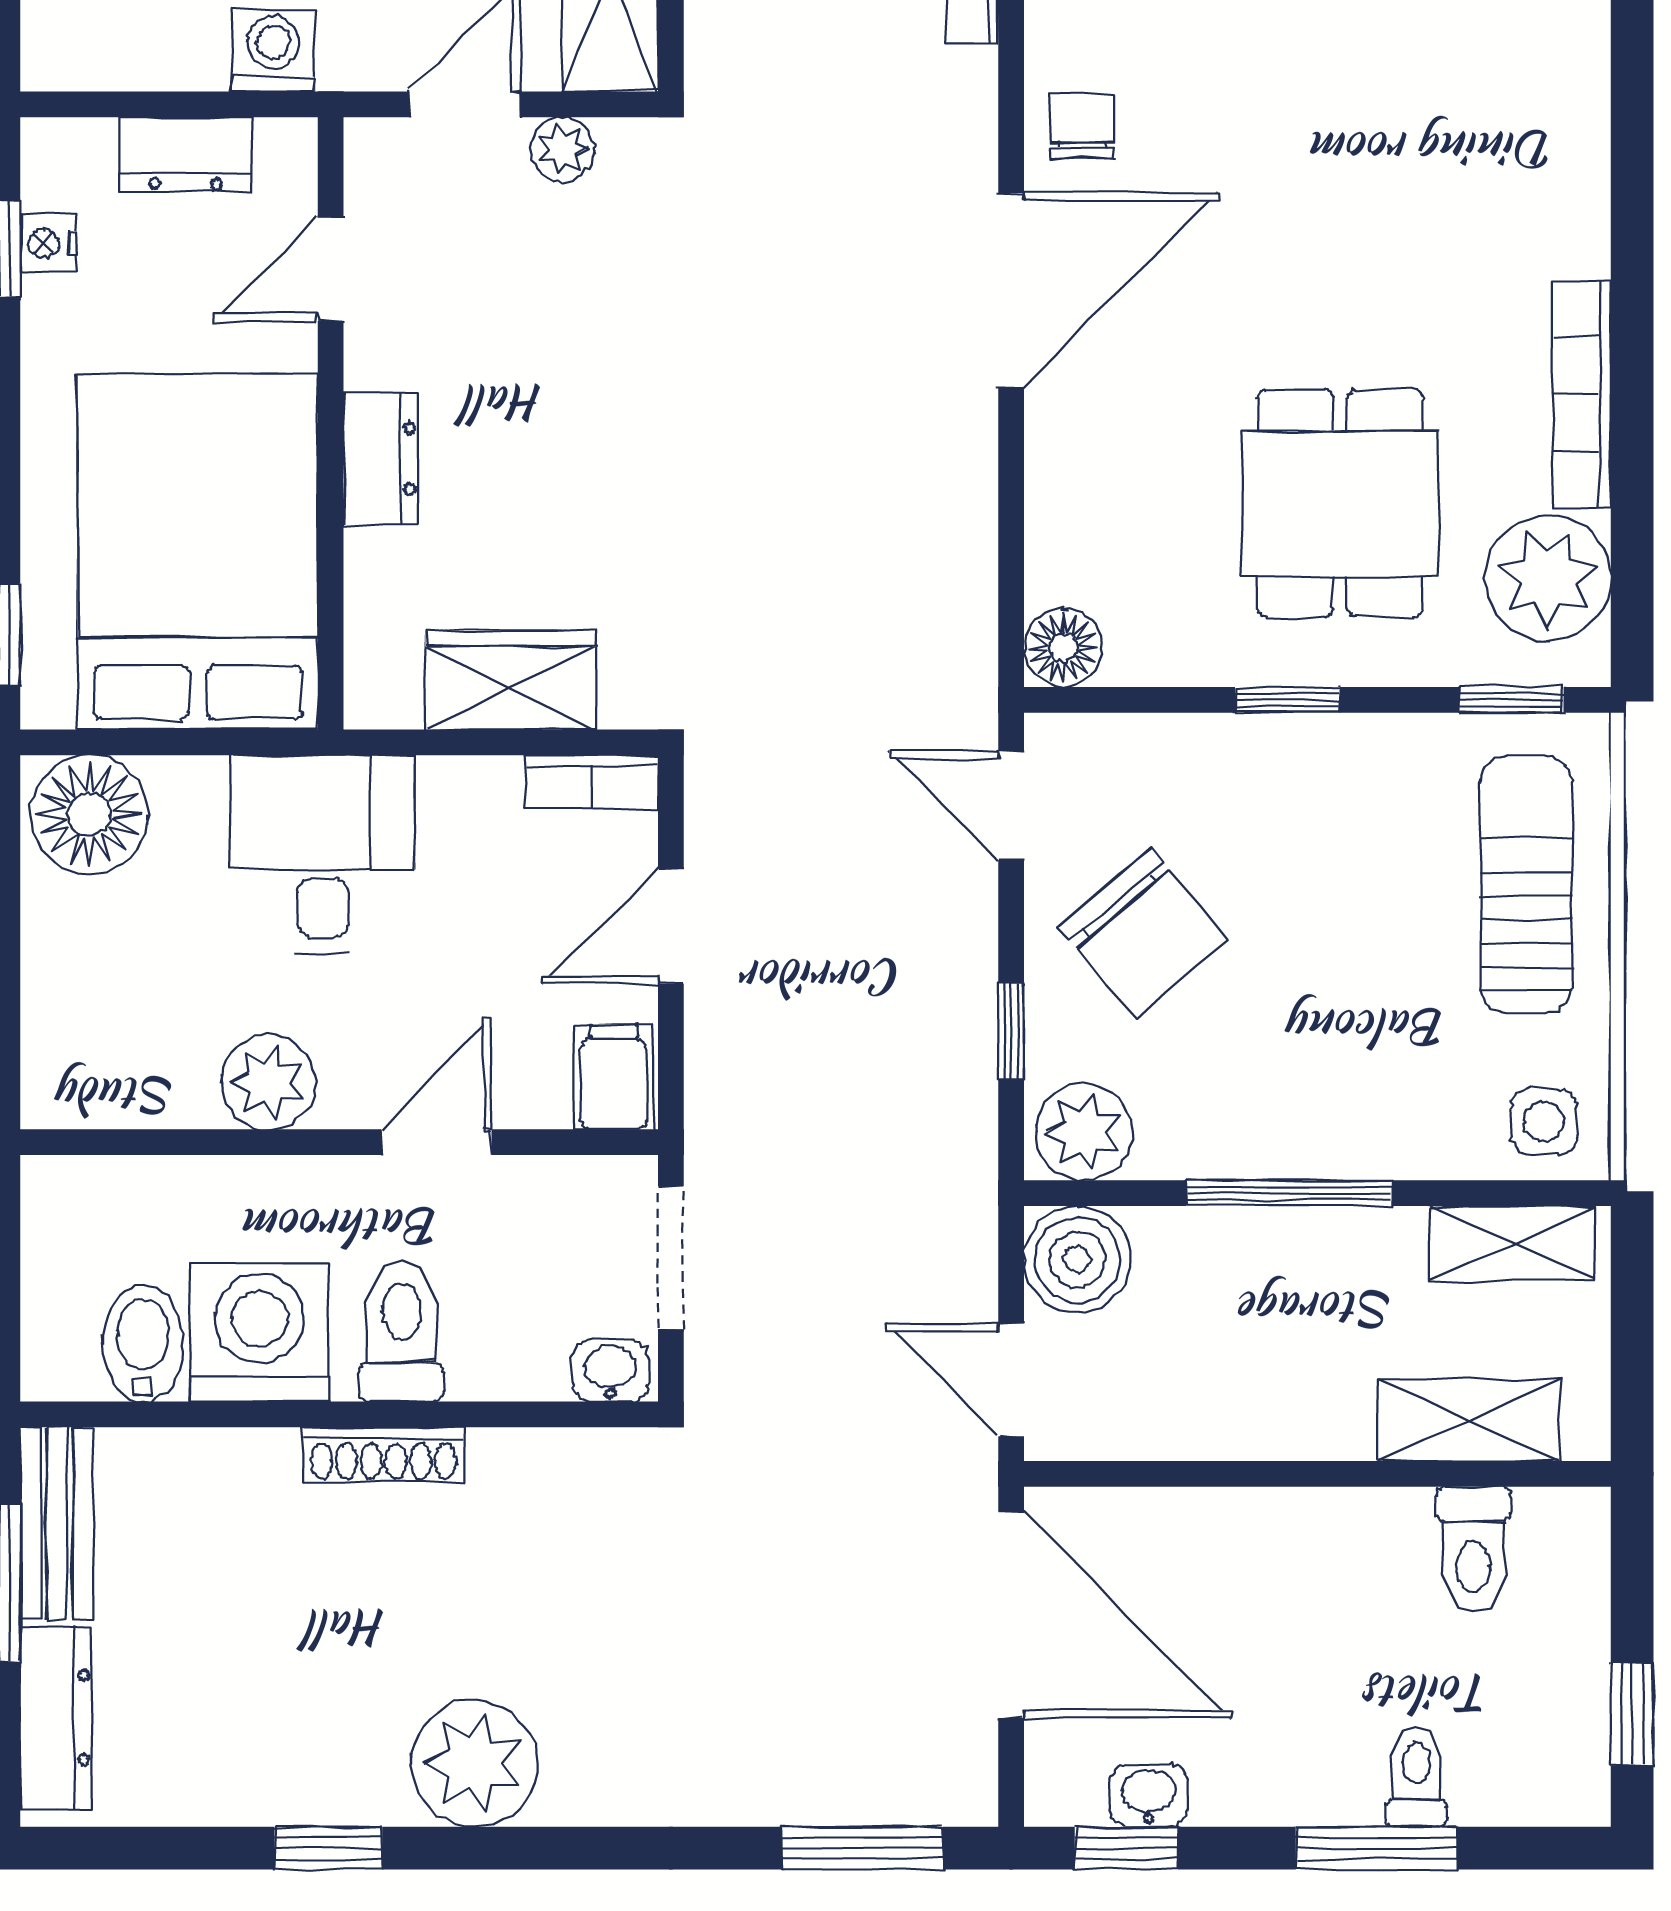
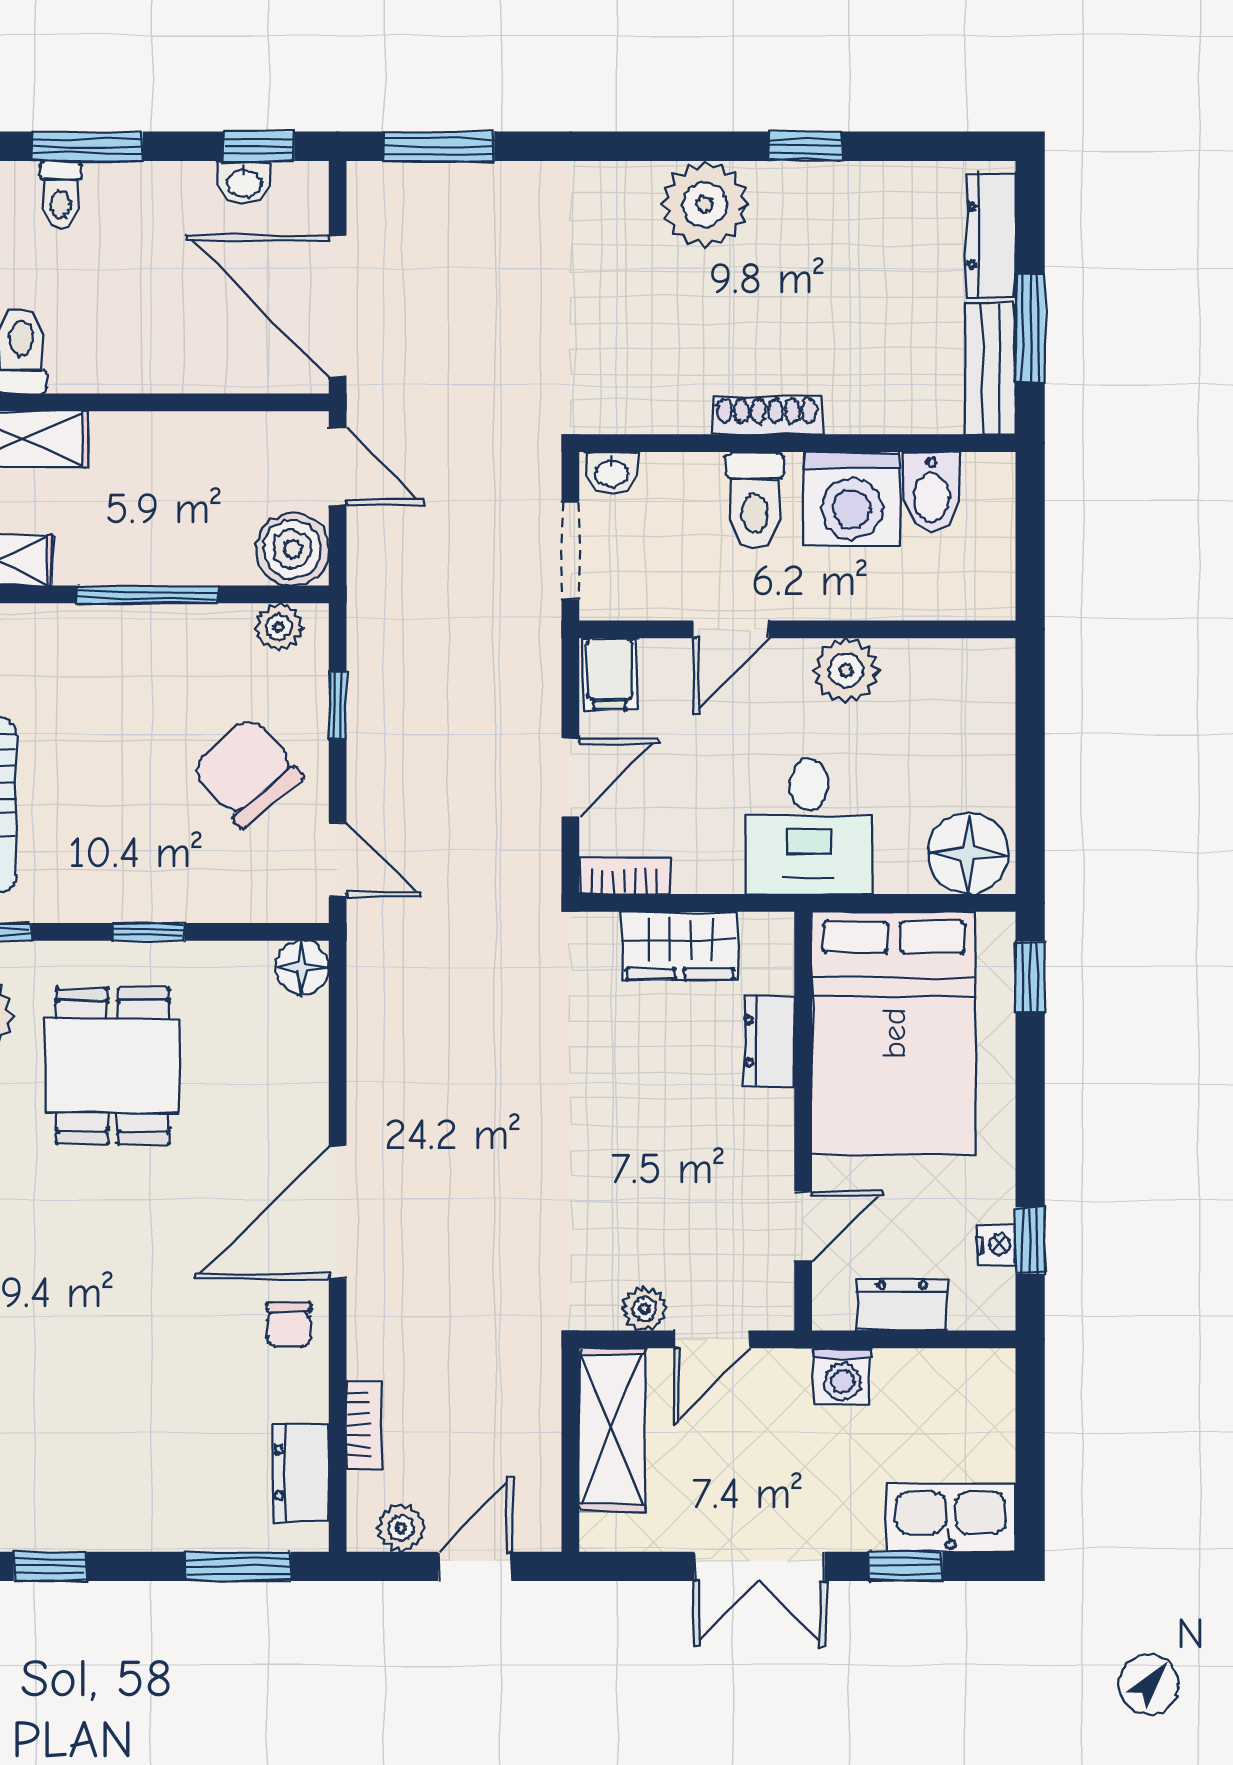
dresser: (381, 459) -> (769, 1042), moved
plant: (1084, 1132) -> (279, 627), width x0.73, depth x0.73

